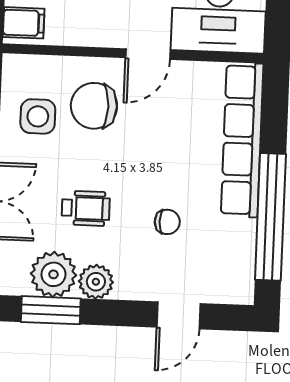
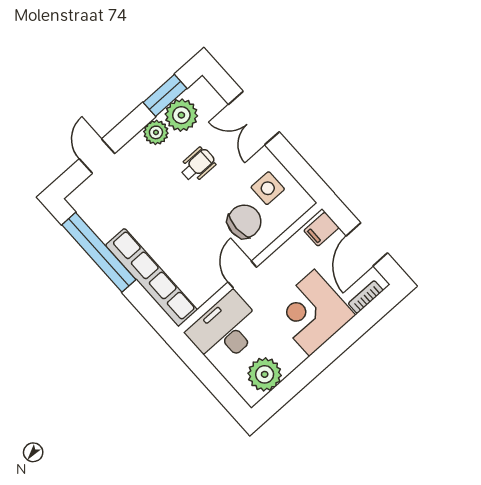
wheelchair: (86, 208) -> (198, 165), turned 180
chair: (167, 222) -> (149, 198), removed

